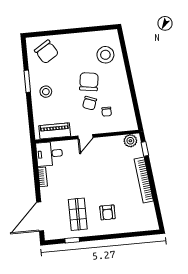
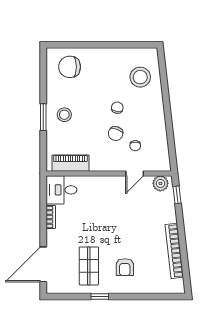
chair: (47, 52) -> (70, 67), turned 122
window: (27, 81) -> (43, 117), moved
chair: (89, 82) -> (117, 108), width x0.54, depth x0.54
door: (85, 137) -> (135, 173), moved
bookcase: (144, 180) -> (174, 251), moved
window: (72, 240) -> (100, 296), moved

